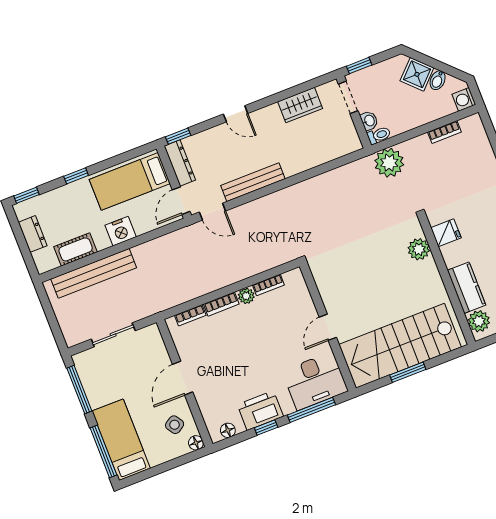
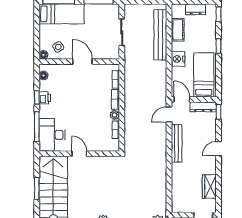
printer: (260, 410) -> (45, 98), width x0.53, depth x0.68

